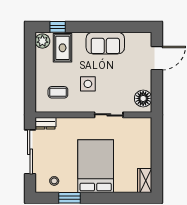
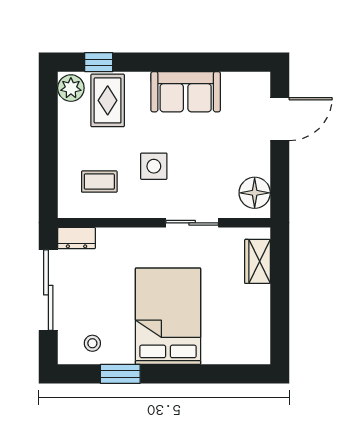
wardrobe: (145, 180) -> (257, 261), moved

